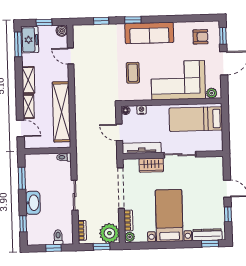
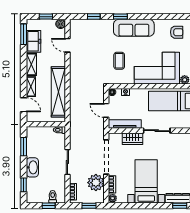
freezer: (30, 40) -> (33, 41), moved
plant: (109, 233) -> (96, 183), moved

